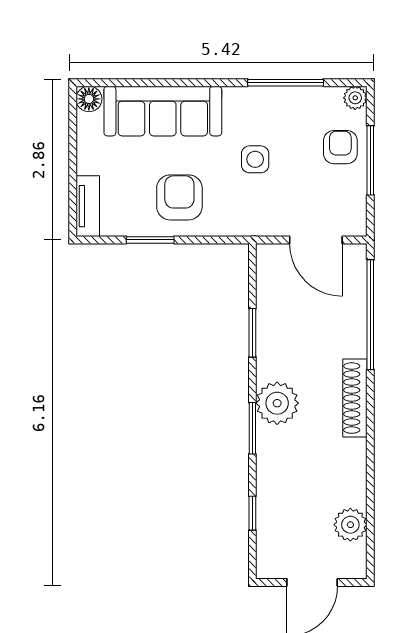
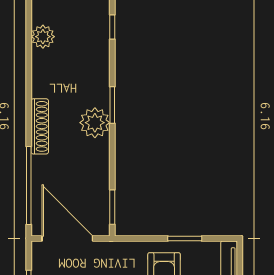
door: (316, 240) -> (67, 238), width x1.36
window: (252, 333) -> (112, 207), moved
window: (252, 513) -> (112, 27), moved

